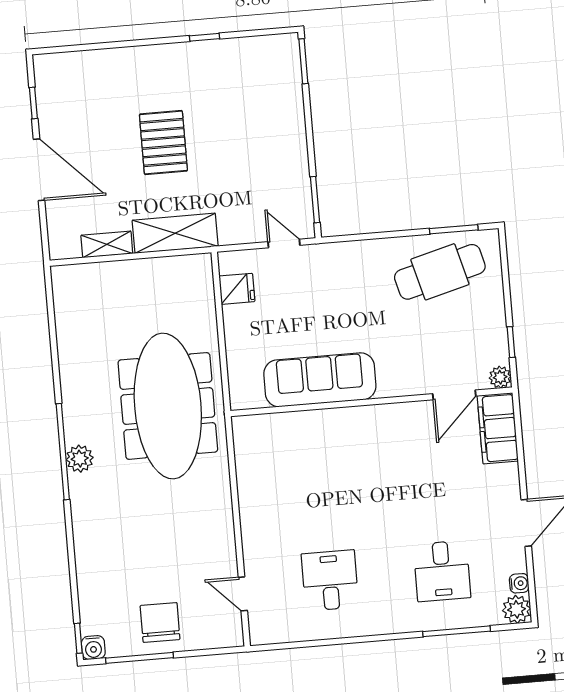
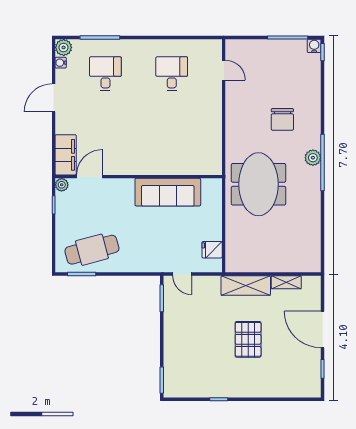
meeting table: (168, 406) -> (258, 184), width x0.73
desk: (330, 580) -> (172, 74), turned 180
chair: (160, 622) -> (282, 119), moved

